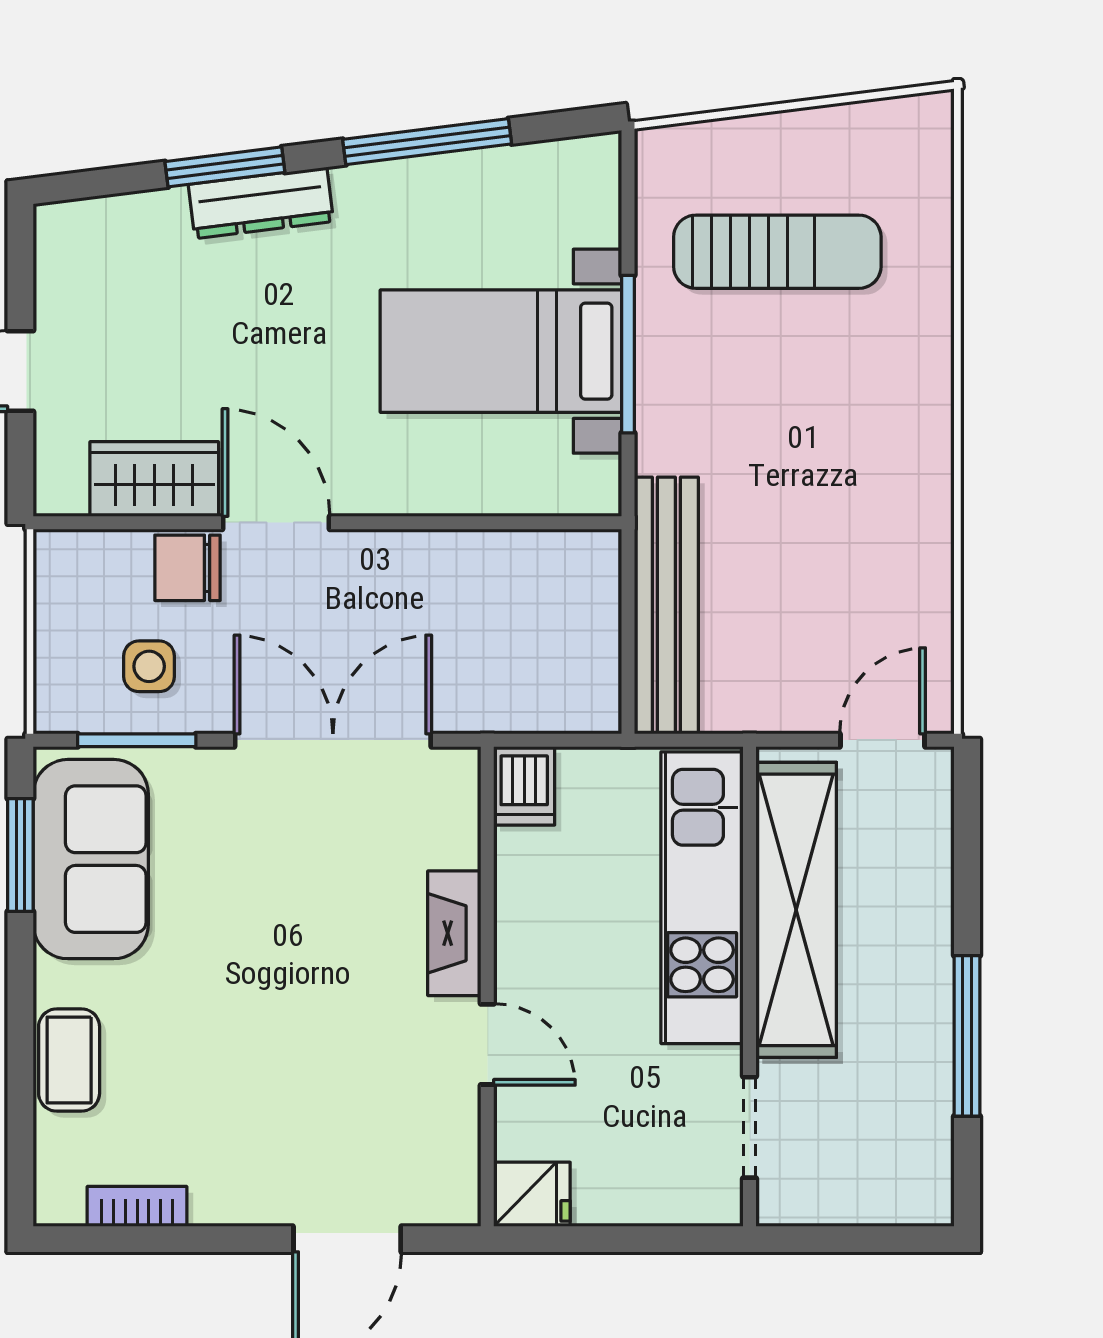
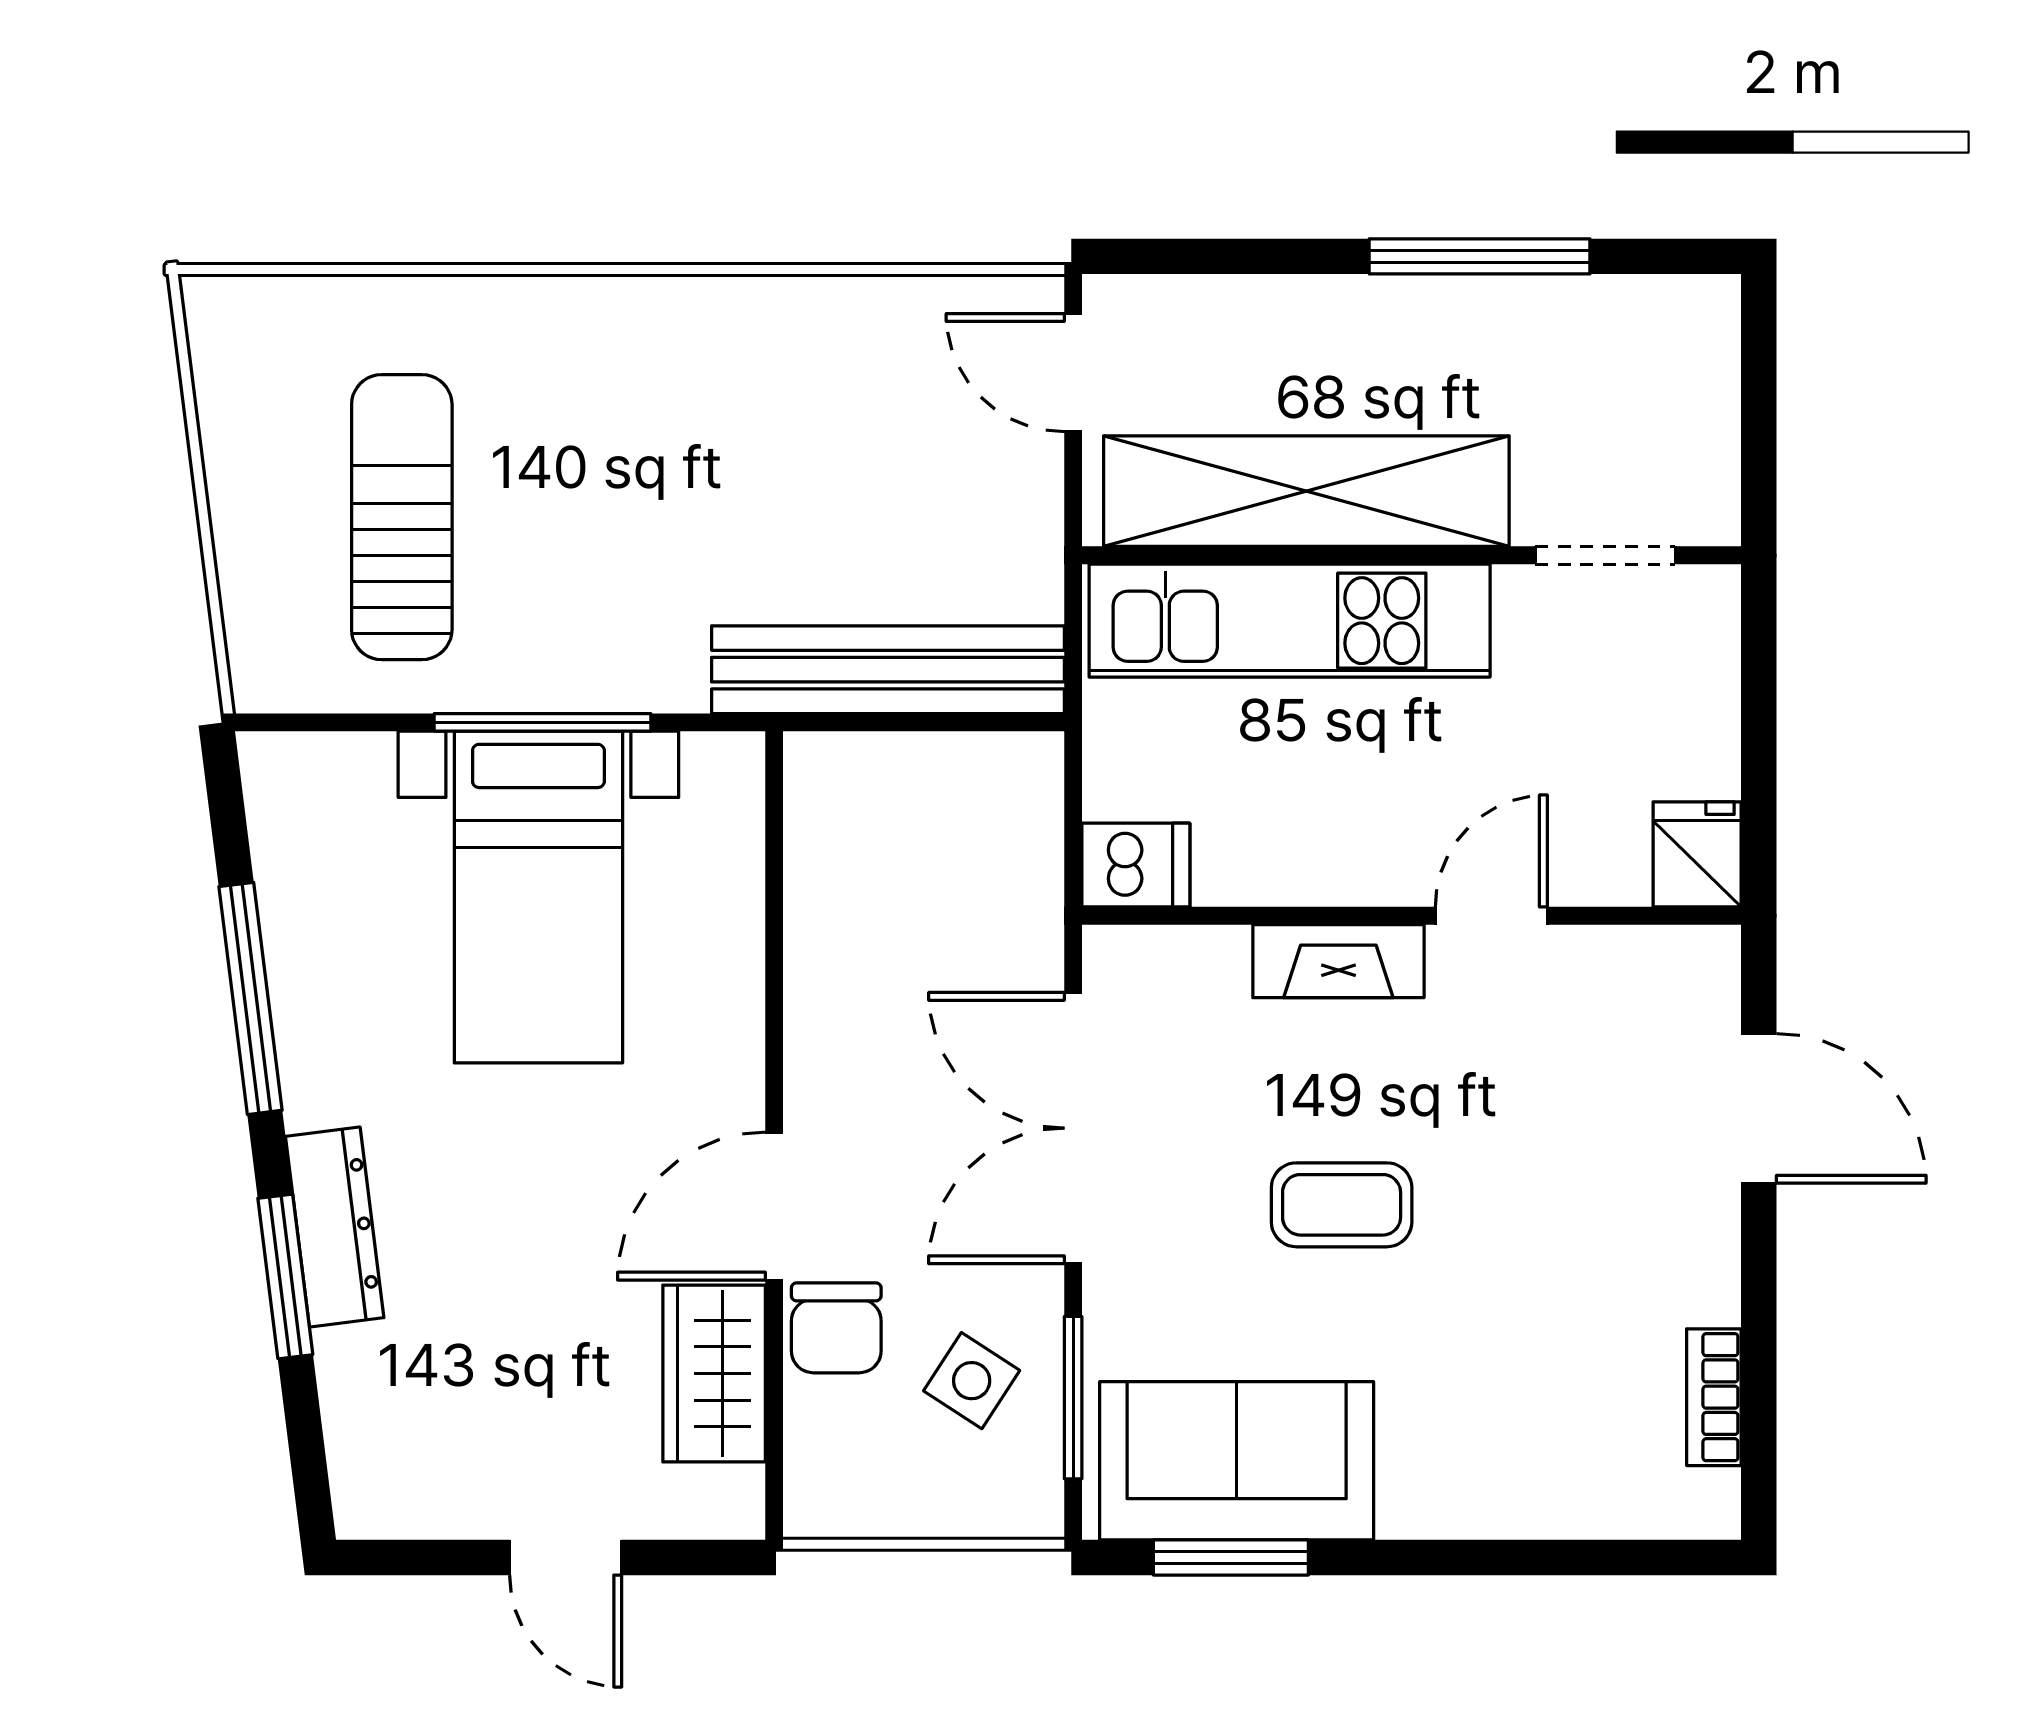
side table: (149, 666) -> (972, 1381), turned 33
coffee table: (69, 1060) -> (1342, 1205), moved

